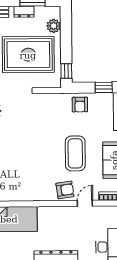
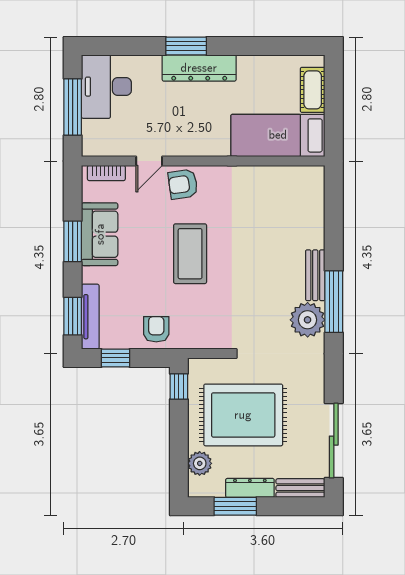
dresser: (24, 12) -> (250, 488), width x1.44
coffee table: (75, 153) -> (190, 254), moved

